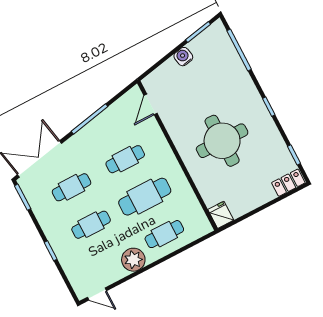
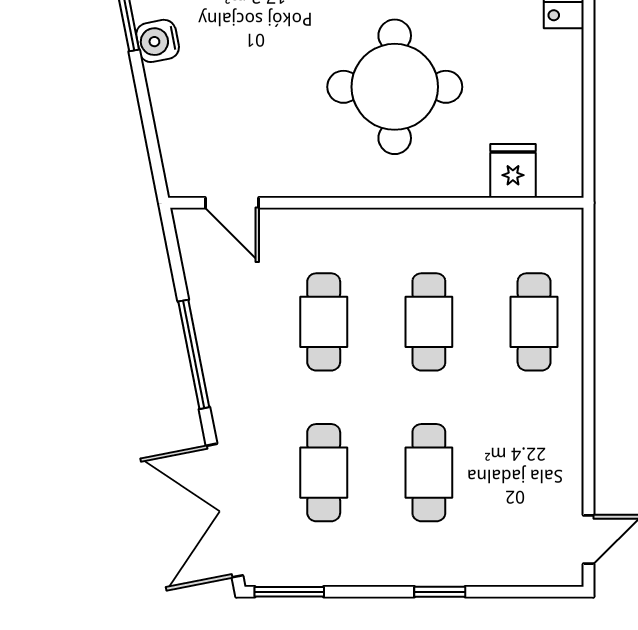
water cooler: (183, 57) -> (158, 41), moved
cafe table: (145, 197) -> (429, 322), width x0.73, depth x0.74
fridge: (221, 215) -> (513, 171), moved, turned 90
plant: (133, 260) -> (555, 420), removed

